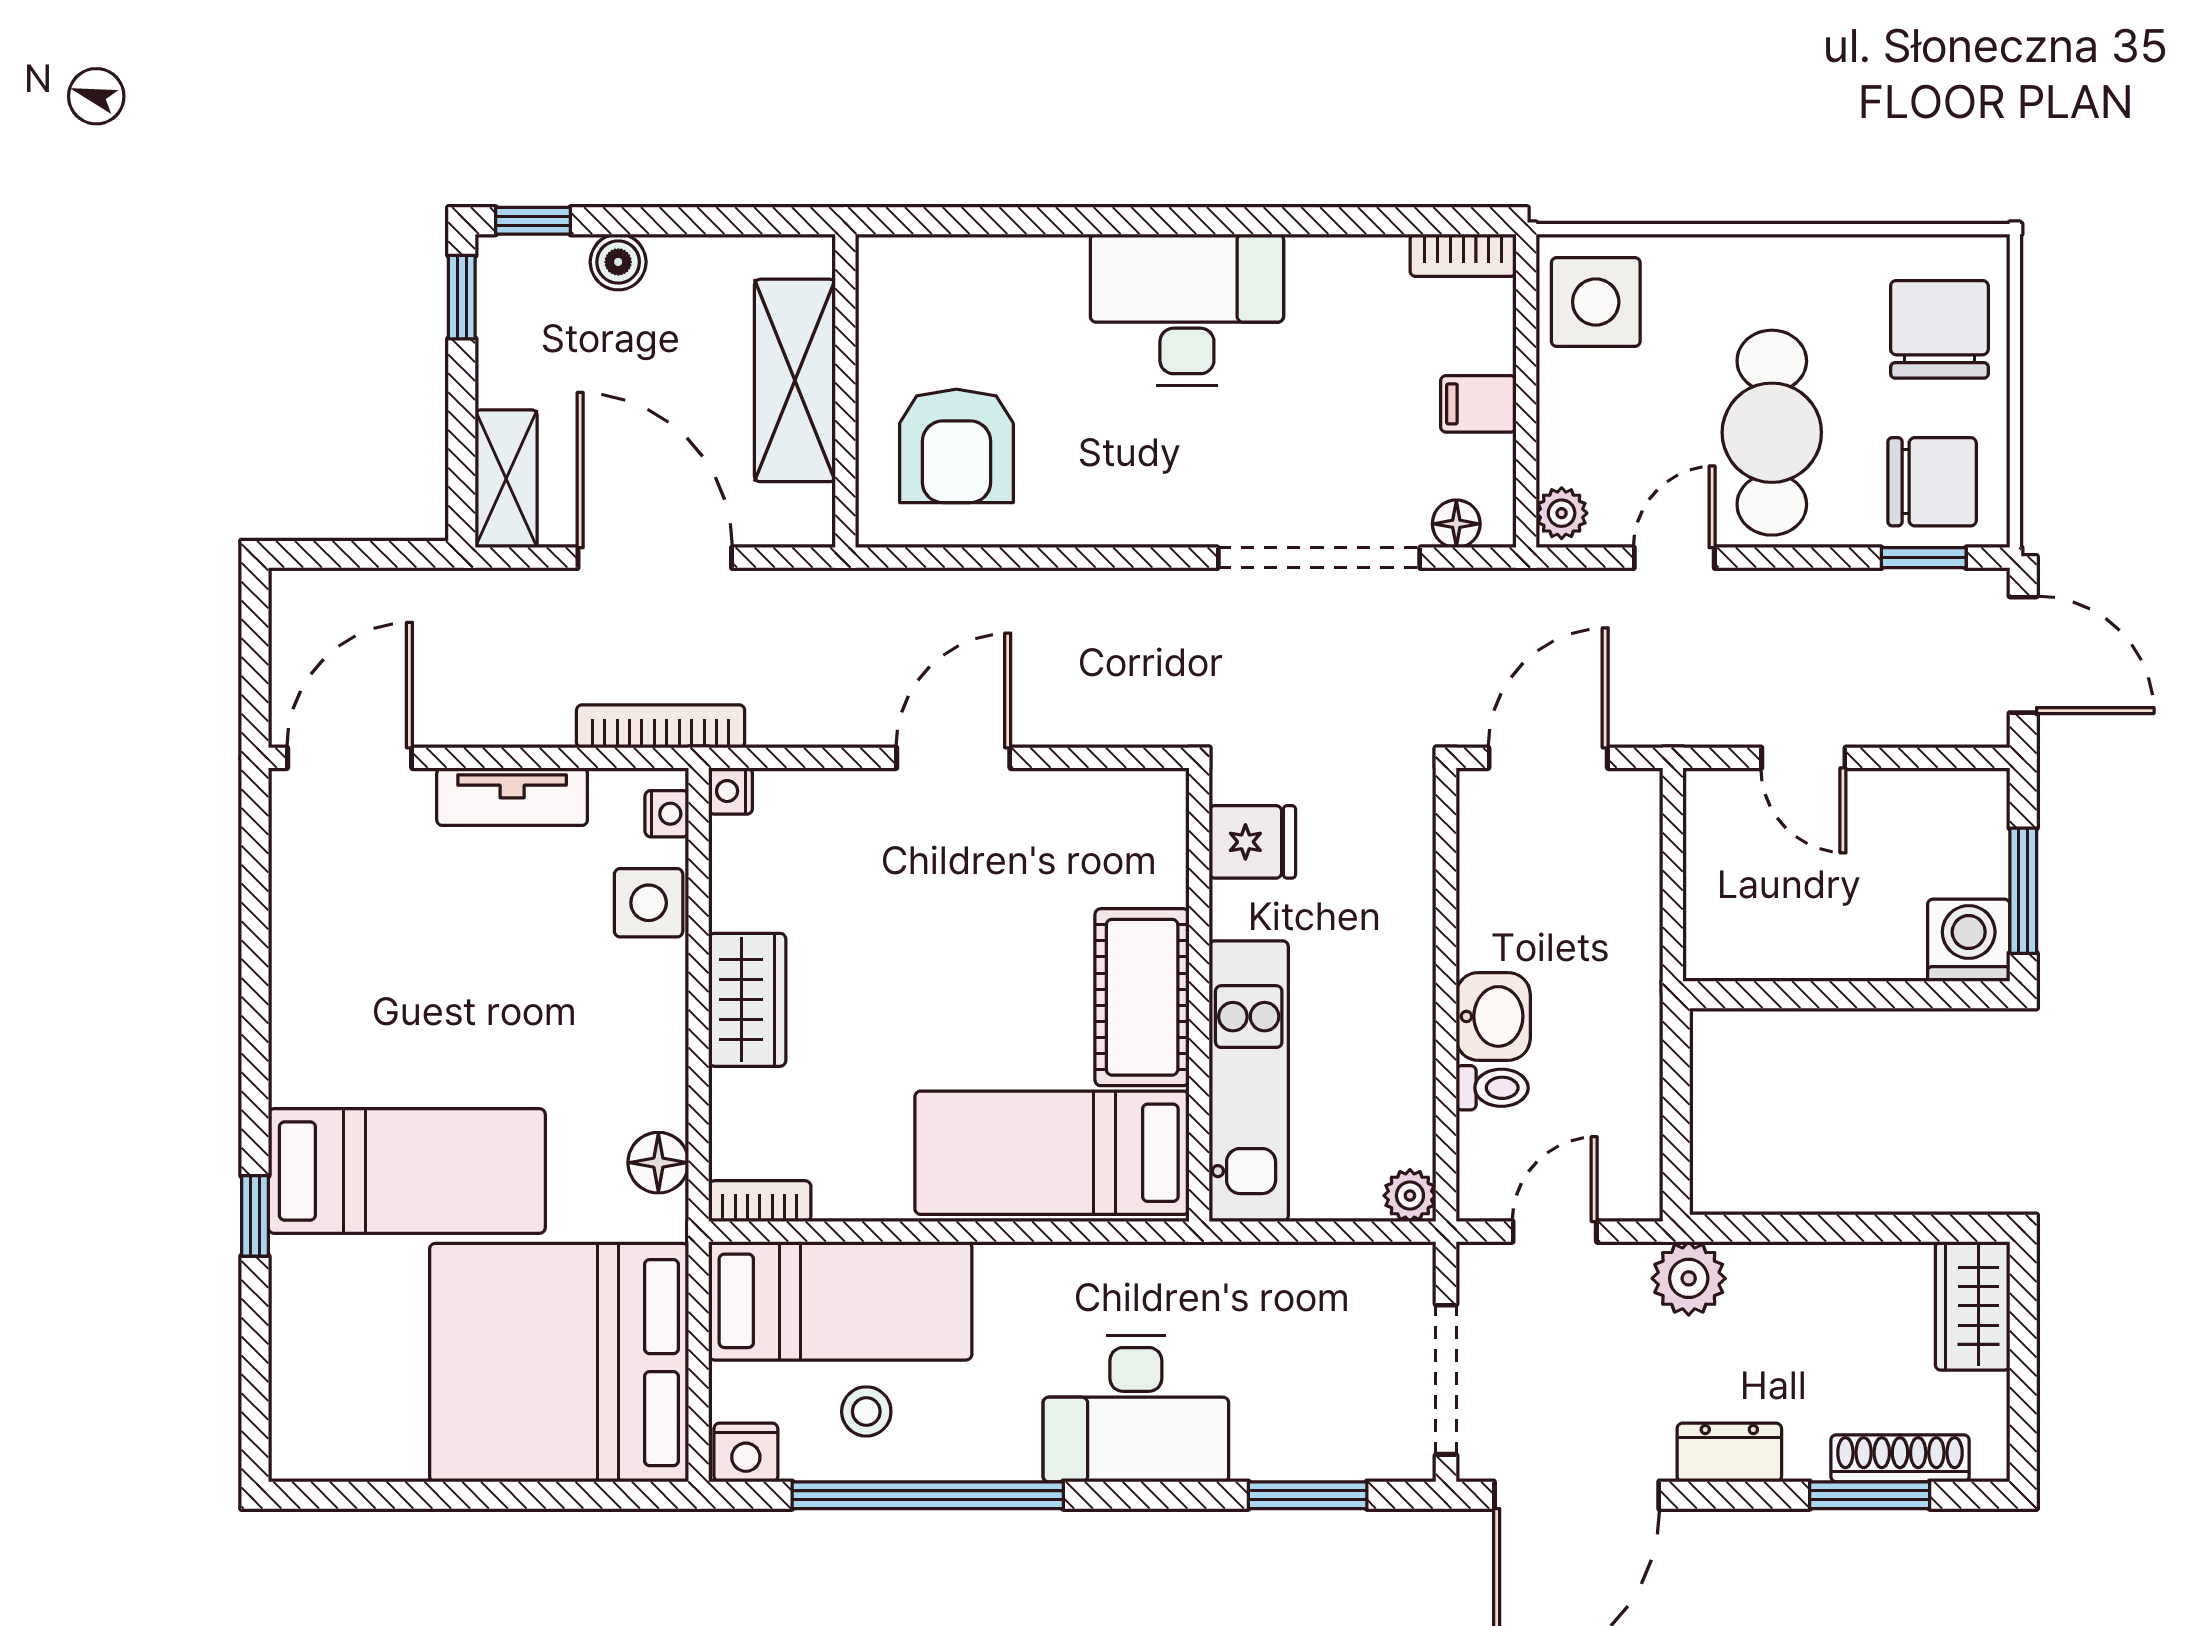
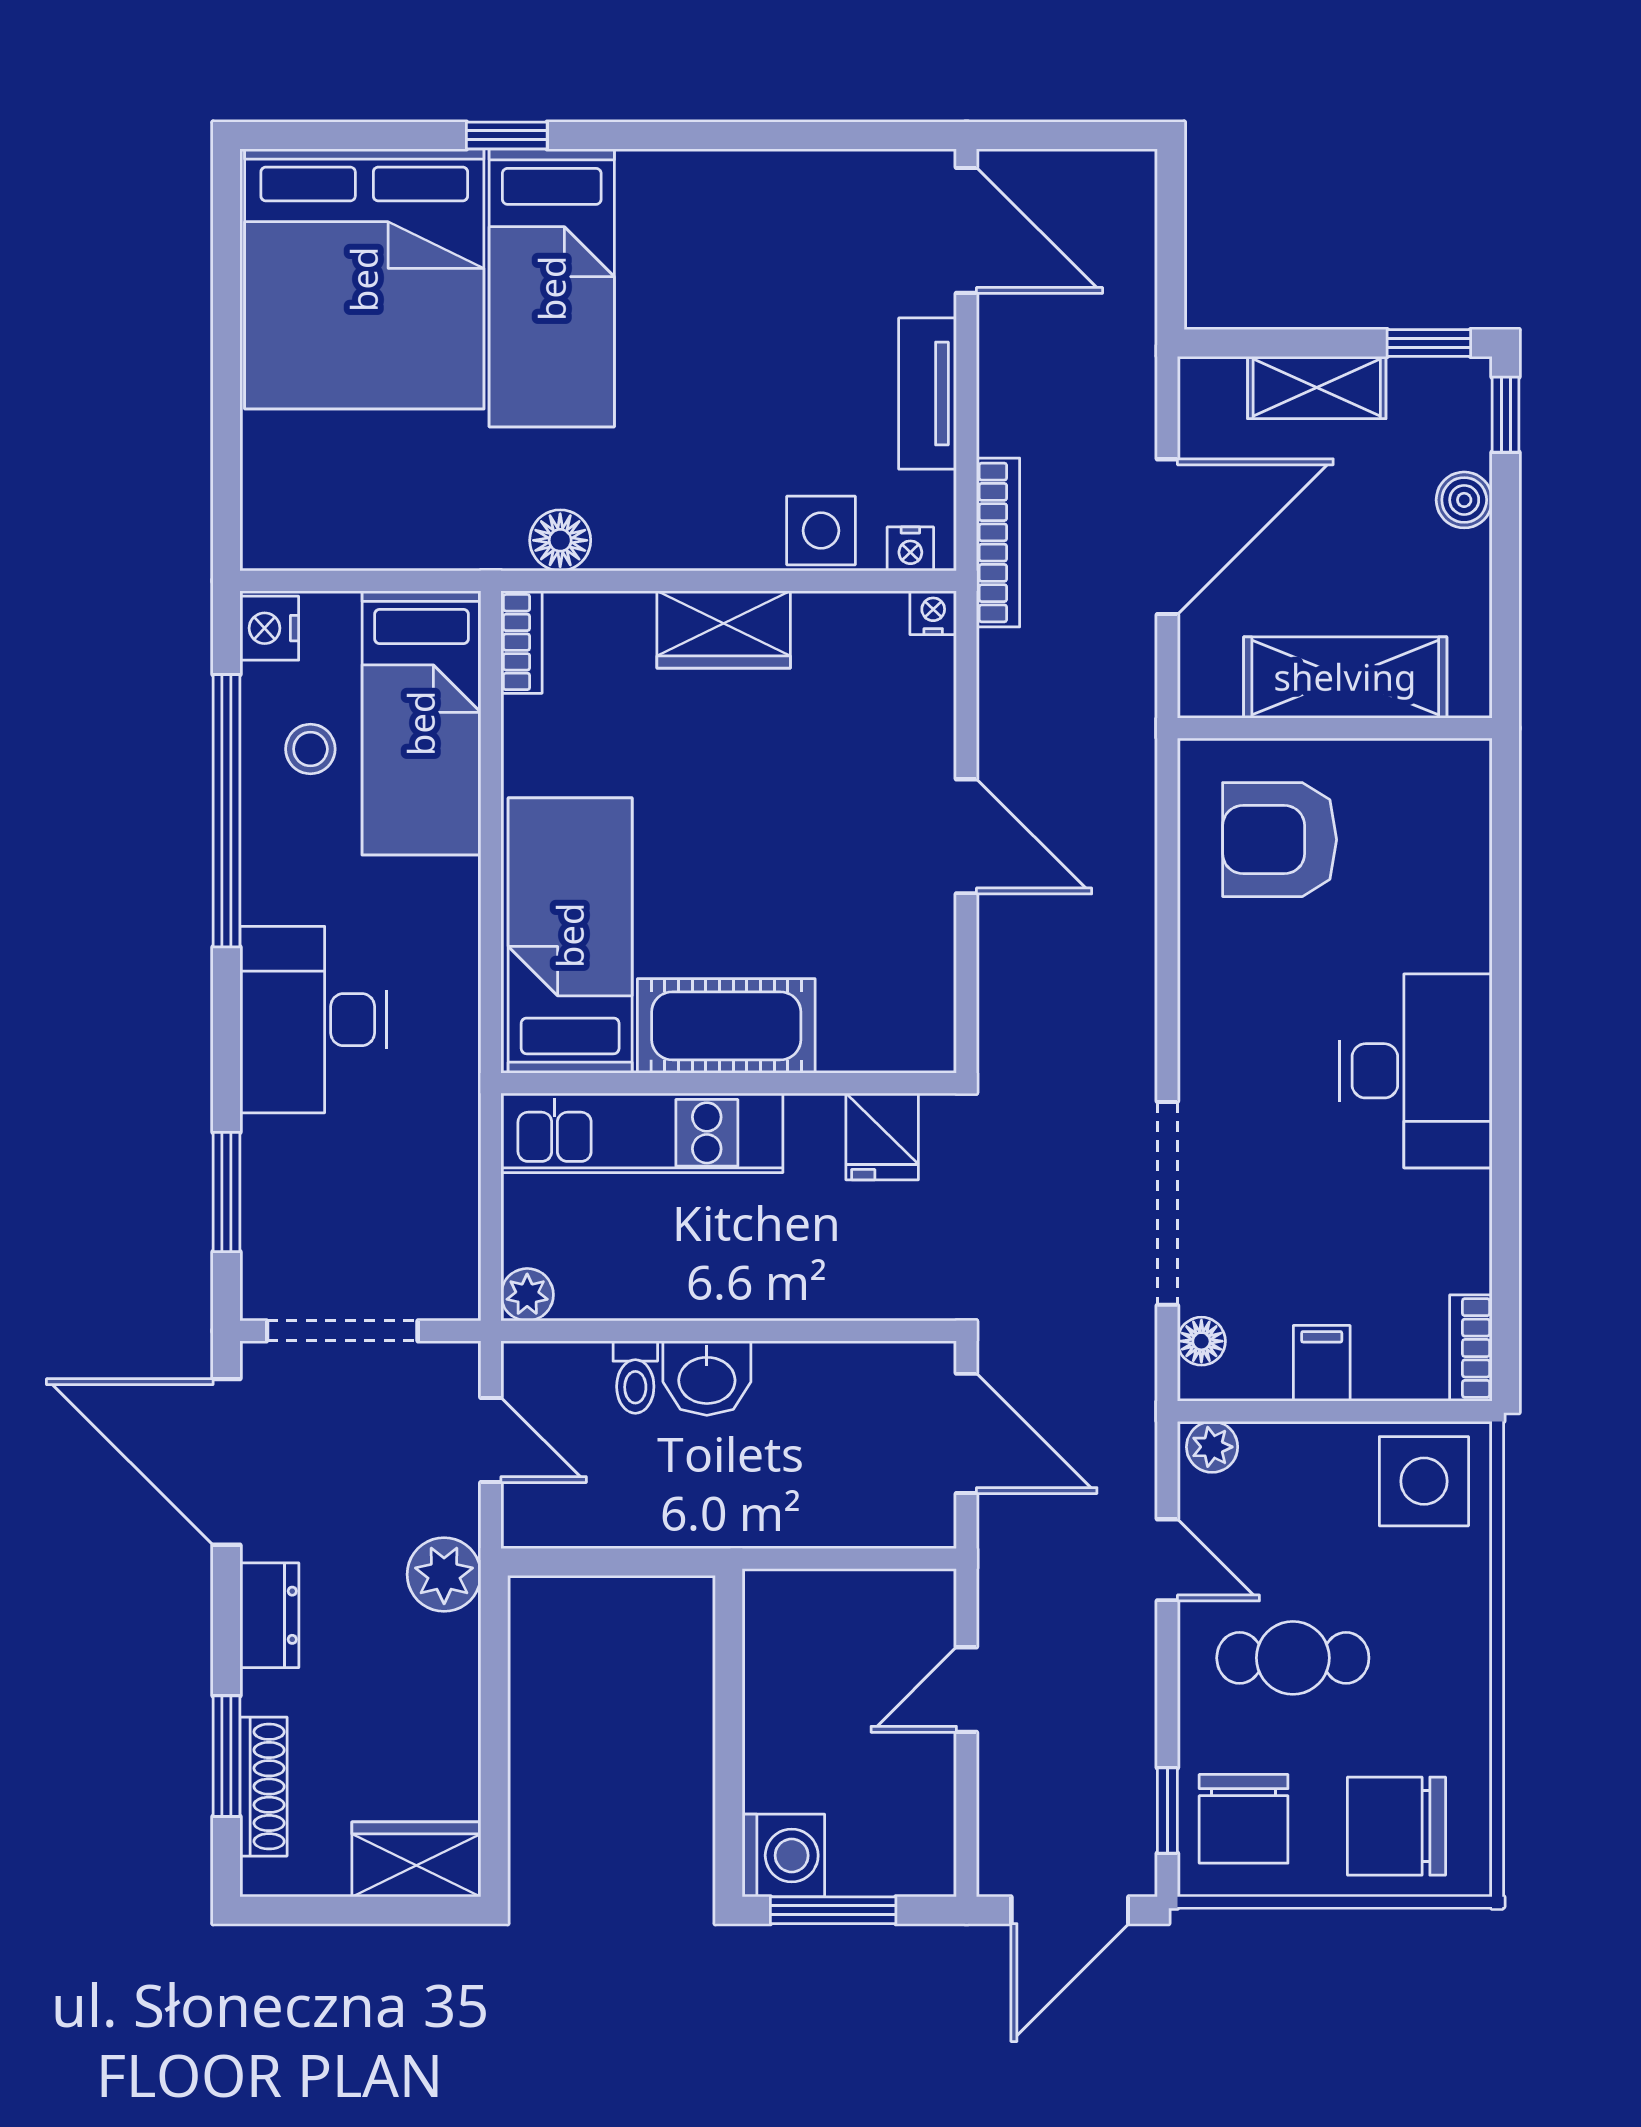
chair: (1939, 329) -> (1397, 1826), turned 180
cafe table: (1772, 433) -> (1293, 1658), width x0.73, depth x0.74
shelving: (506, 479) -> (1317, 388), moved
bed: (559, 1363) -> (364, 279), moved, turned 180

